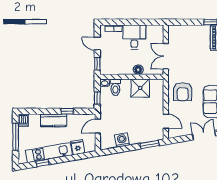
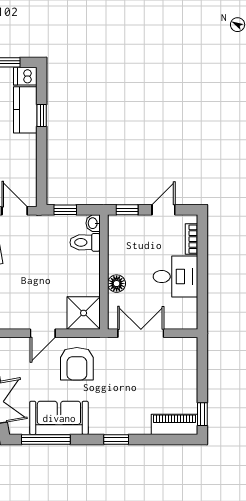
shower: (140, 88) -> (84, 313), moved
armchair: (183, 92) -> (77, 364), turned -90
window: (67, 111) -> (42, 115), moved
kitchen counter: (54, 120) -> (25, 110), moved
door: (166, 121) -> (43, 333), moved

